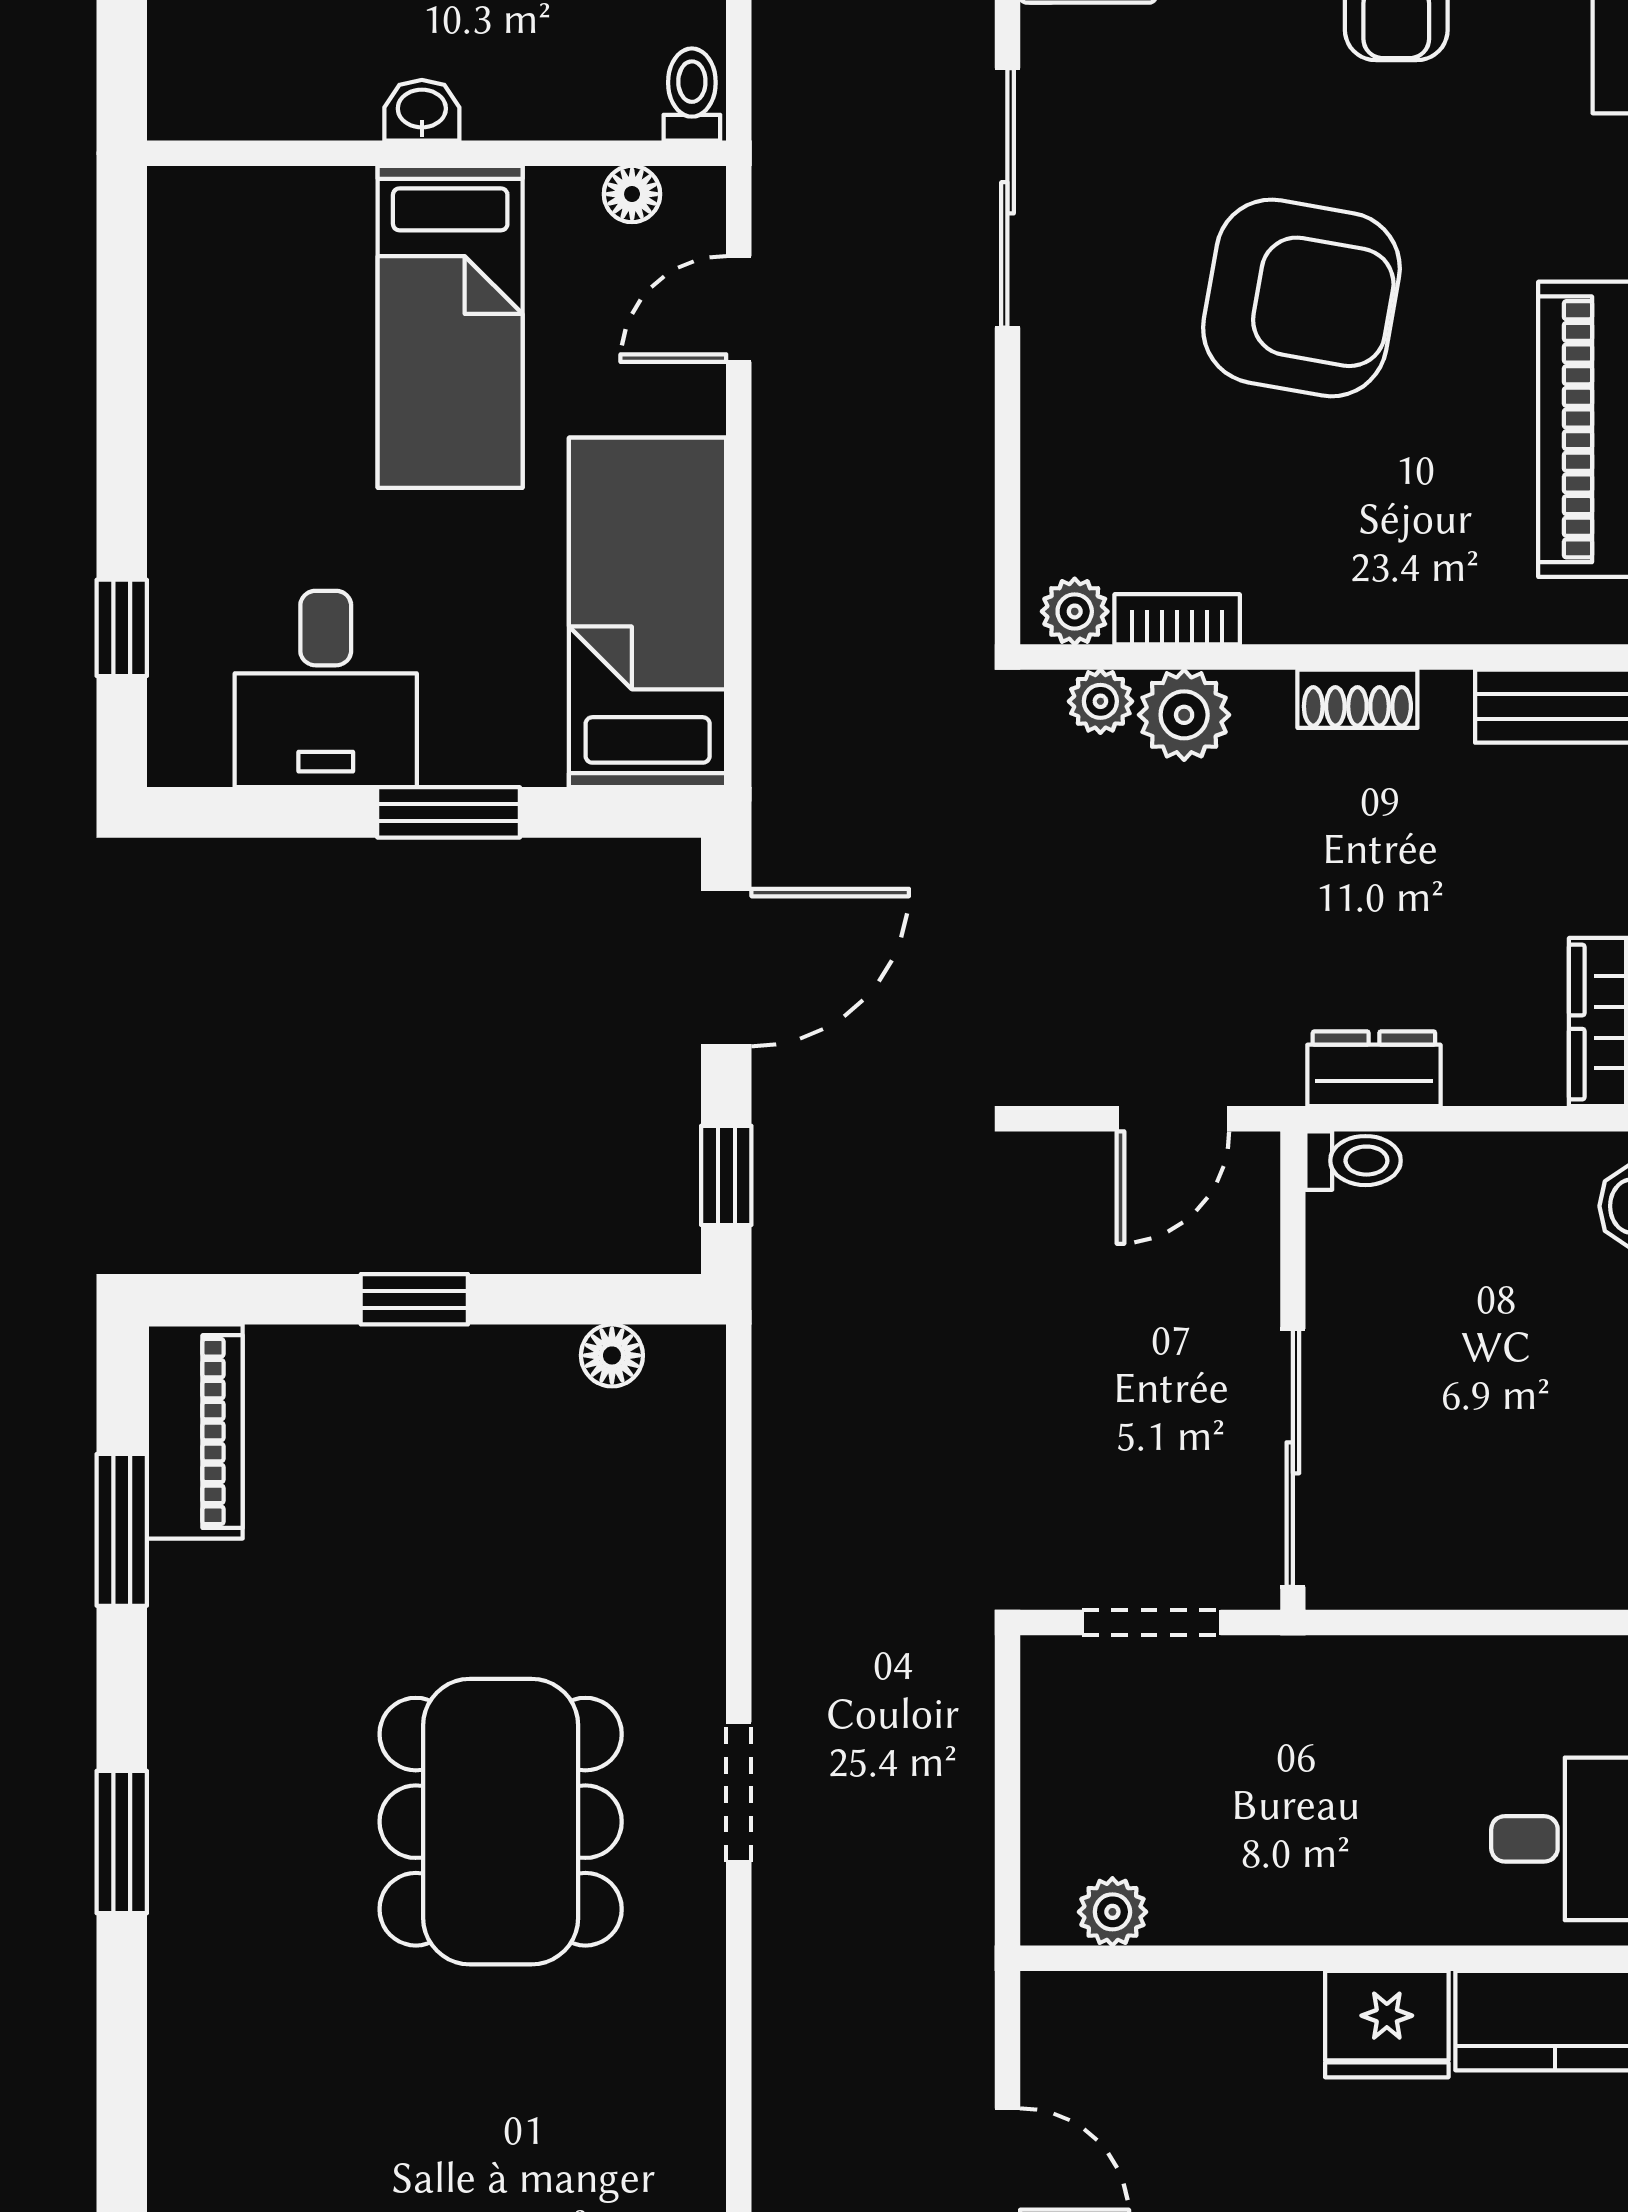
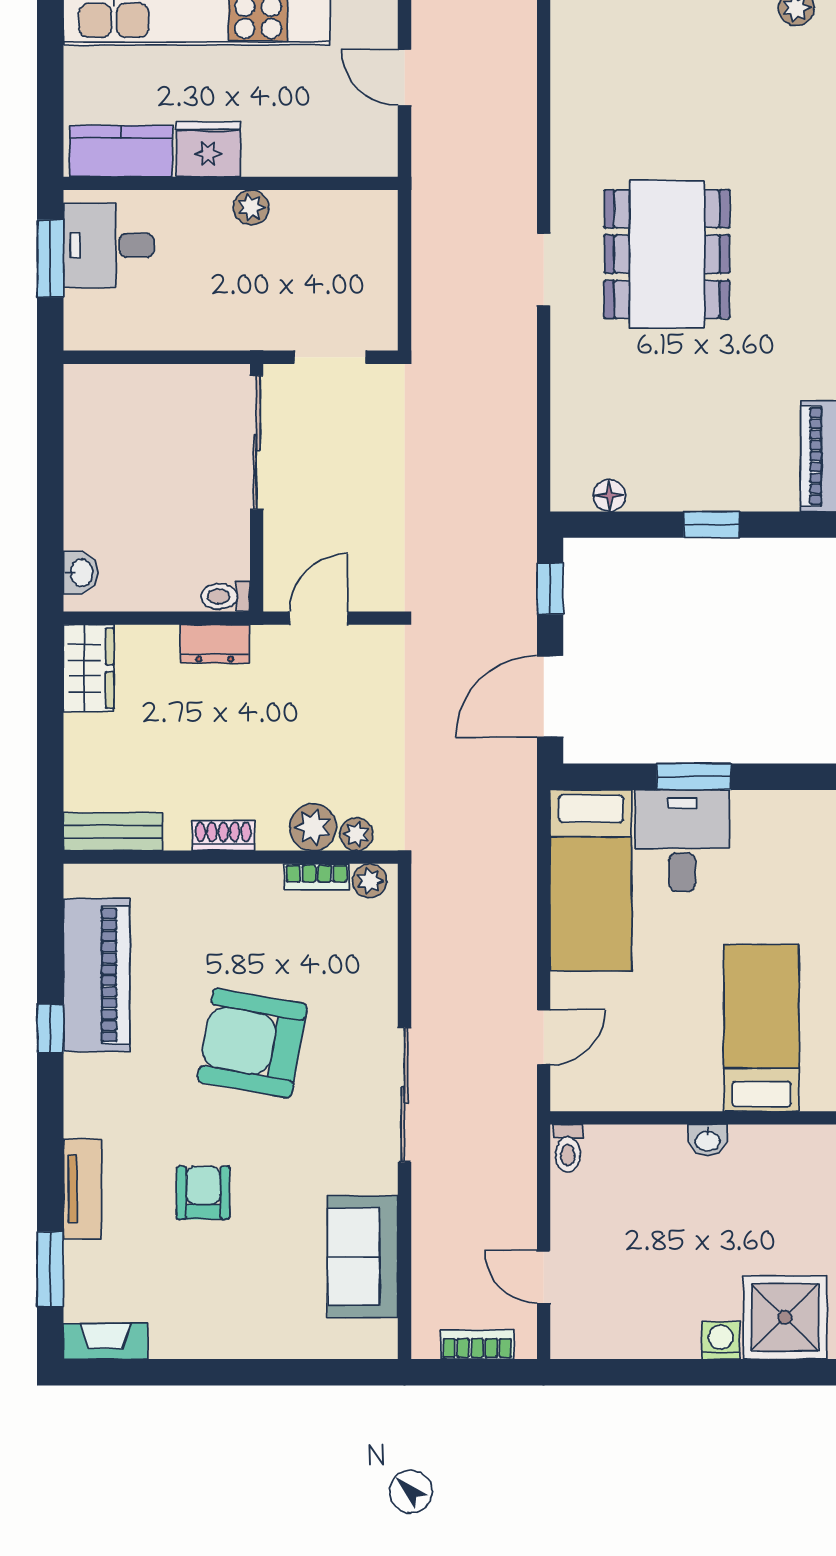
floor lamp: (632, 194) -> (599, 1097), removed
bed: (450, 327) -> (761, 1028), moved
desk: (326, 689) -> (682, 841), moved
plant: (1112, 1912) -> (251, 207), moved

